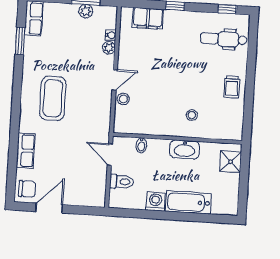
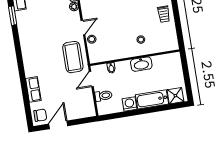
coffee table: (53, 98) -> (73, 57), moved
door: (110, 154) -> (91, 79), hinge flipped
shower: (231, 162) -> (175, 96), moved

